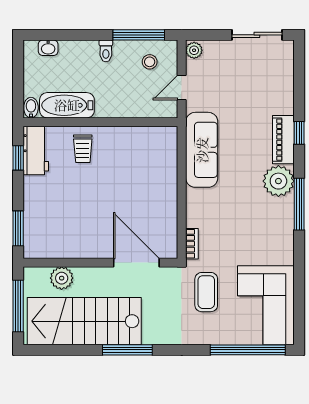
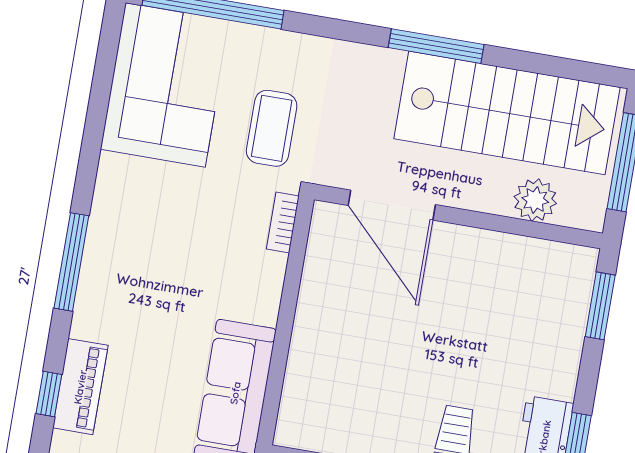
plant: (278, 181) -> (102, 311), removed

